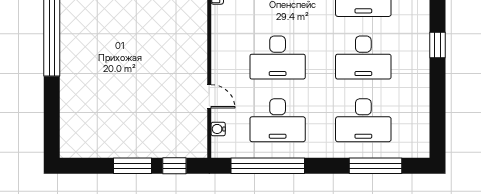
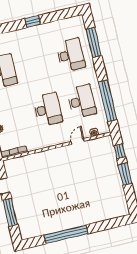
window: (438, 45) -> (33, 21), moved
desk: (363, 58) -> (37, 63), removed

